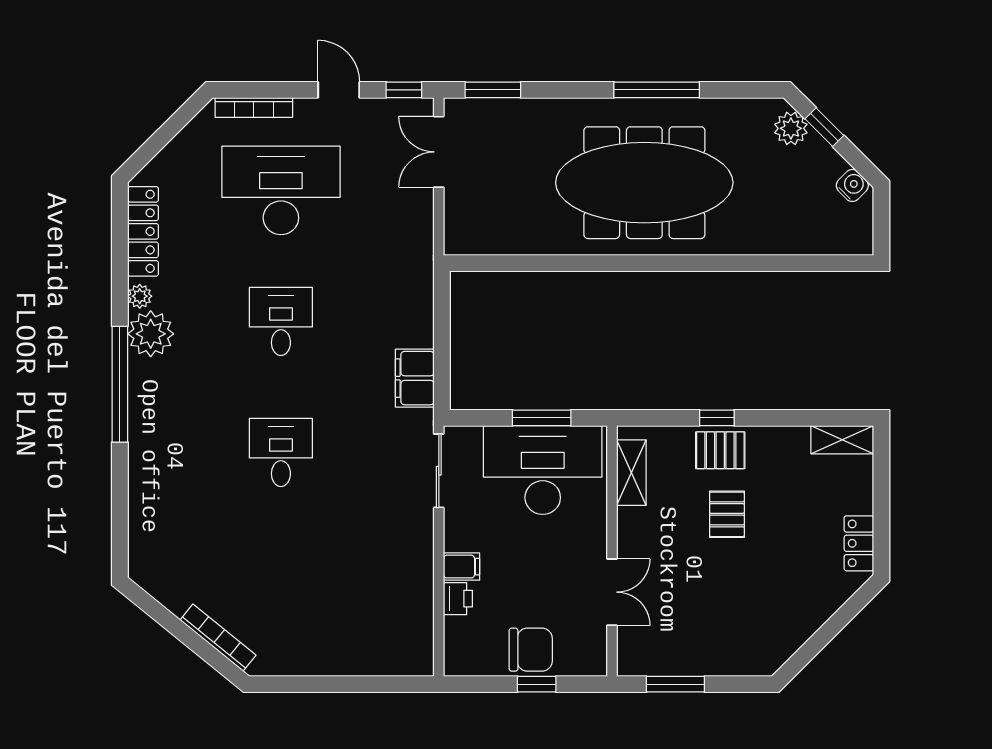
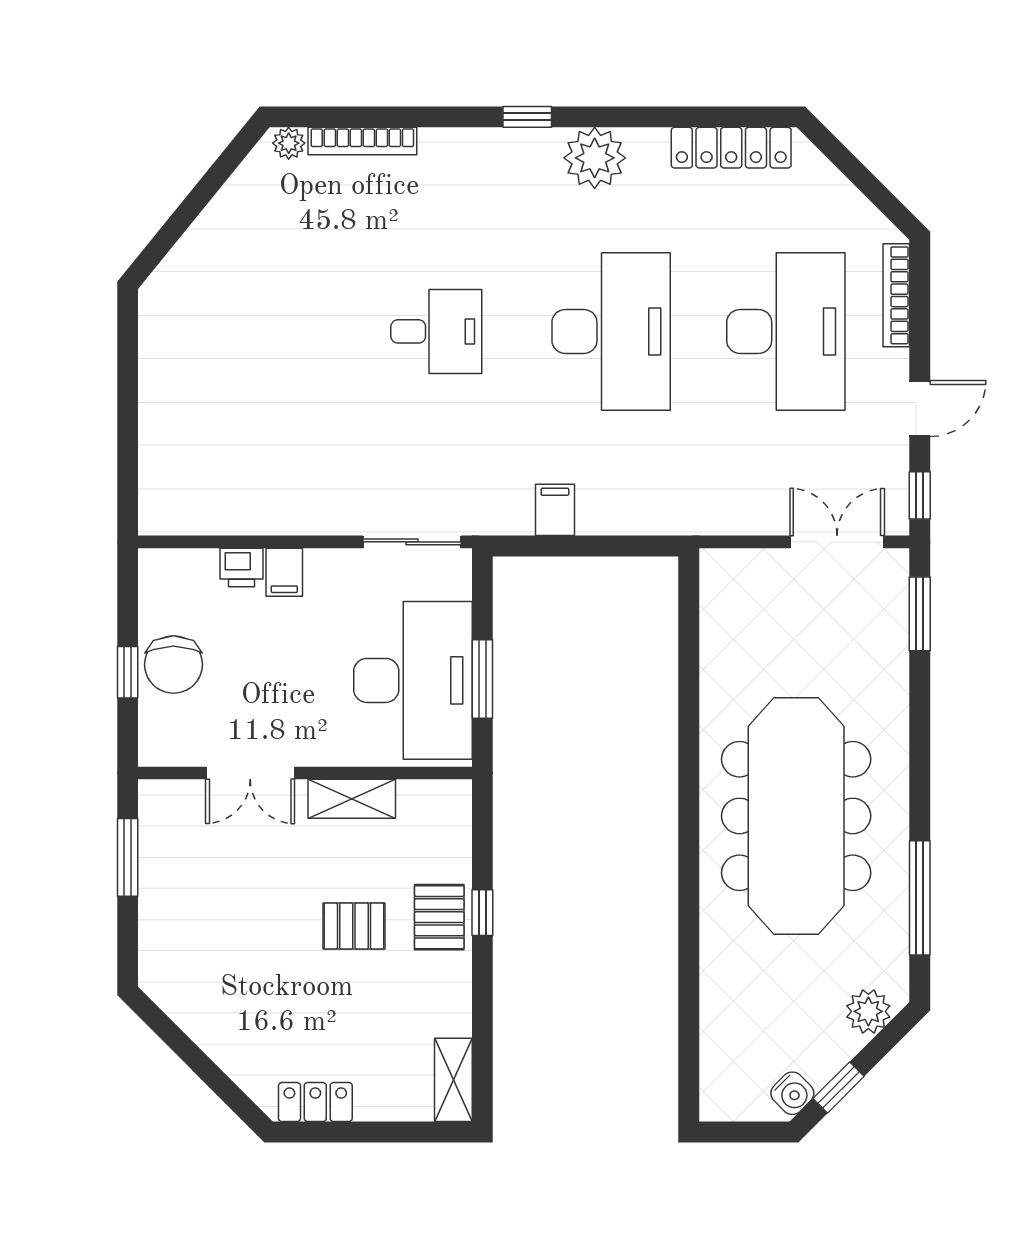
window: (657, 90) -> (920, 898), moved
window: (824, 127) -> (839, 1087), moved
plant: (140, 296) -> (289, 143), moved
desk: (281, 321) -> (611, 331), width x1.87, depth x1.30
filing cabinet: (415, 378) -> (555, 510), width x0.50
window: (120, 384) -> (527, 117), width x0.32
shelving: (631, 473) -> (352, 799), moved
bookcase: (218, 638) -> (362, 141), moved, turned 51

